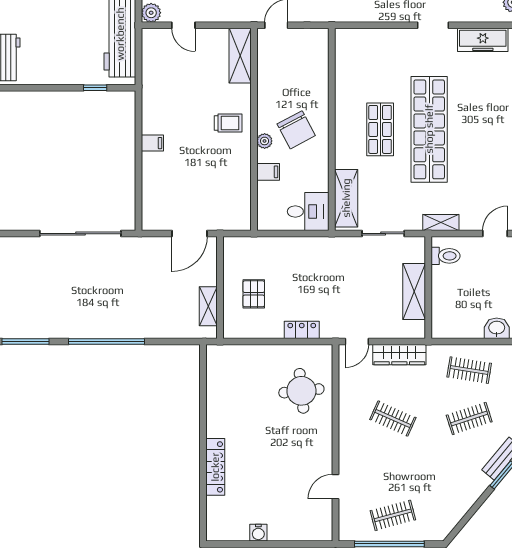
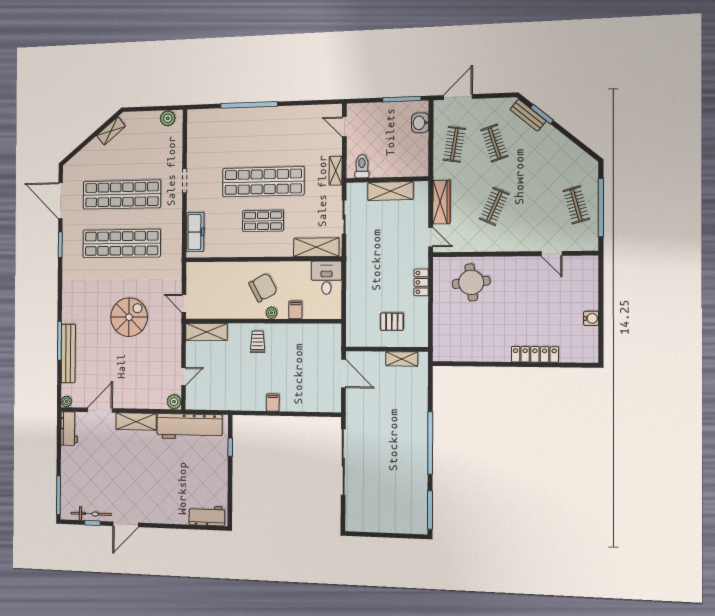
freezer: (483, 40) -> (195, 232), moved

